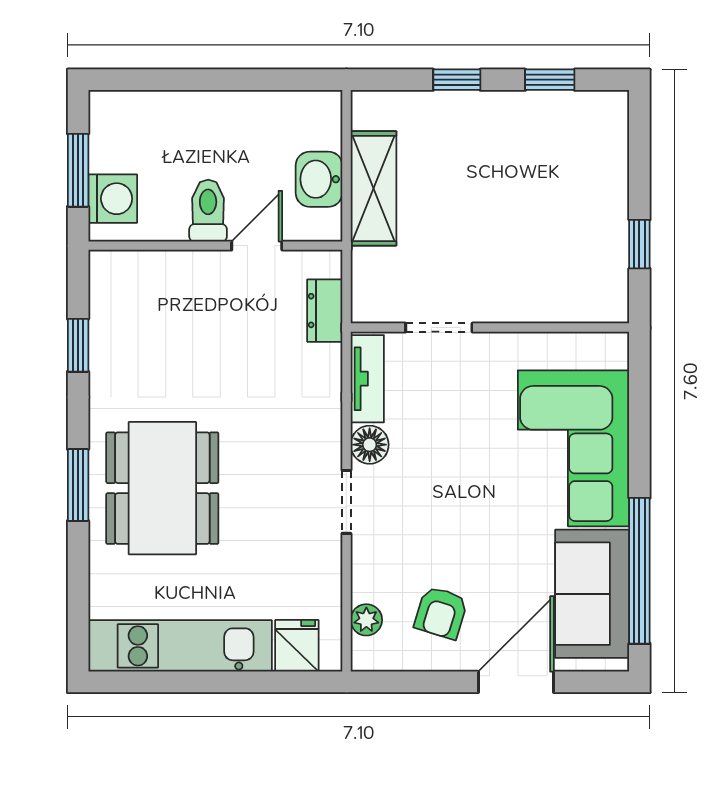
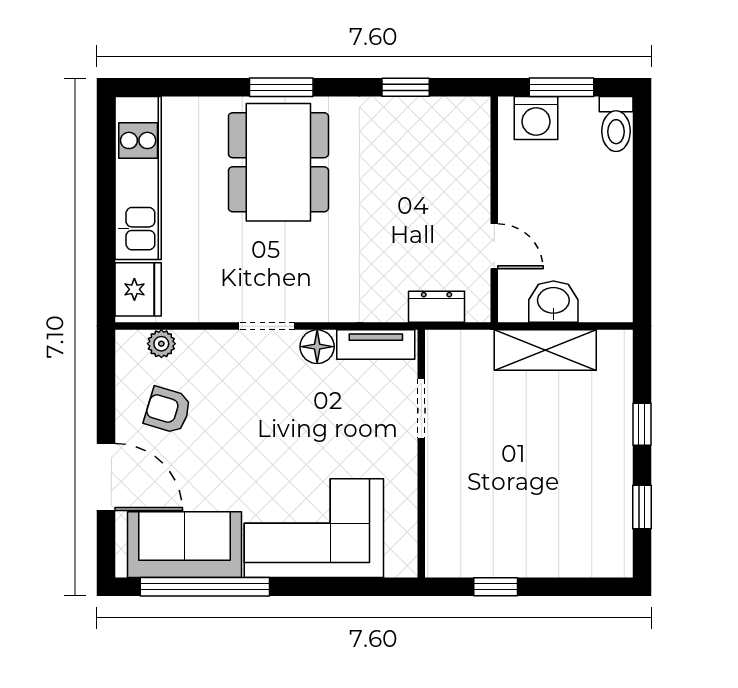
toilet: (208, 211) -> (616, 124), moved, turned 90
dining table: (162, 488) -> (278, 162), turned 90
fridge: (297, 646) -> (138, 289), width x1.38

